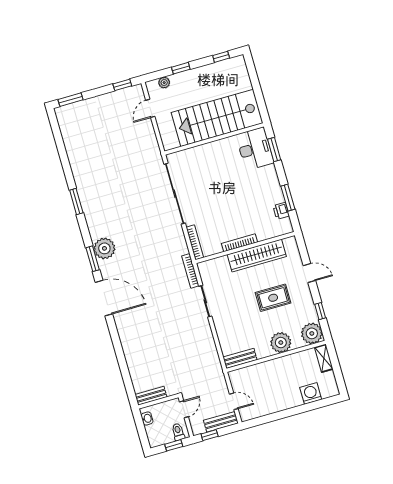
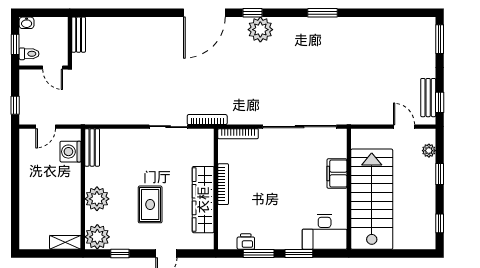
window: (274, 149) -> (299, 253), moved
filing cabinet: (204, 152) -> (337, 174), added
window: (93, 259) -> (253, 13), width x0.67
washing machine: (311, 393) -> (71, 152), moved, turned 180
washbasin: (147, 419) -> (27, 23), moved
bench: (221, 422) -> (428, 98), moved
window: (210, 435) -> (15, 105), moved

